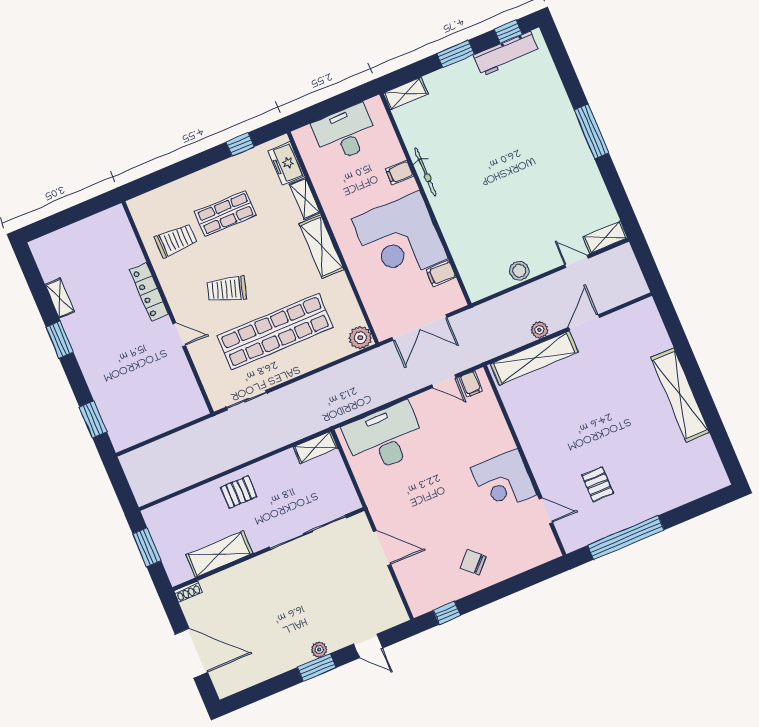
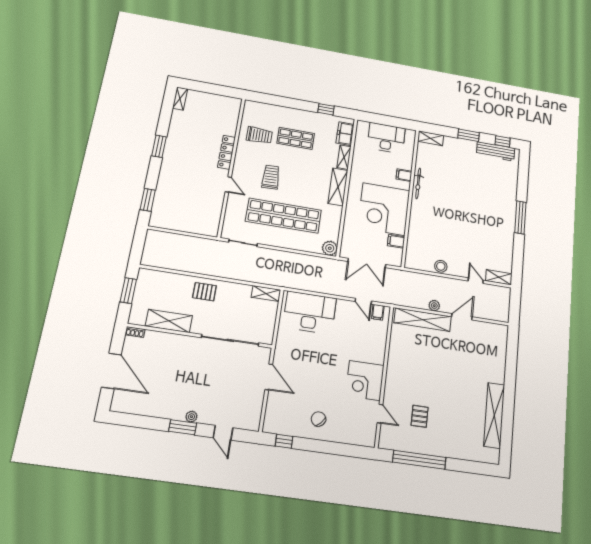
trolley: (227, 289) -> (271, 177), turned 71
shelving: (60, 298) -> (180, 99), moved
shelving: (680, 395) -> (494, 415), moved

